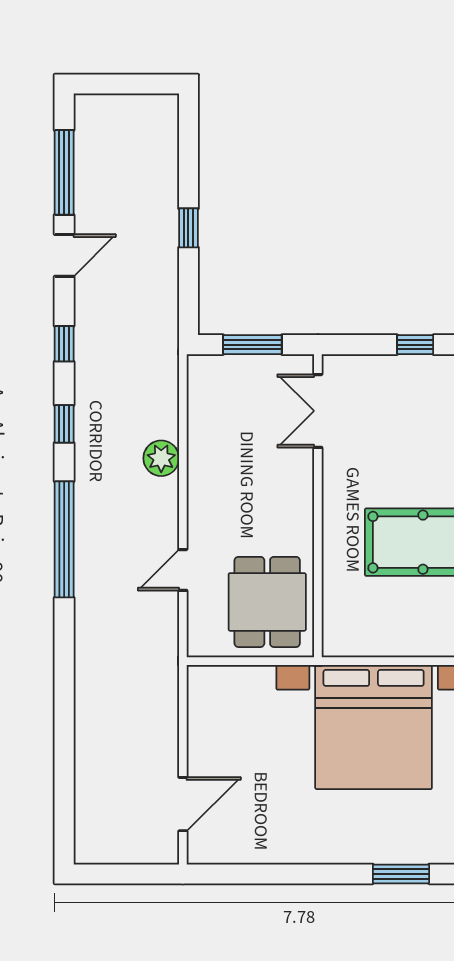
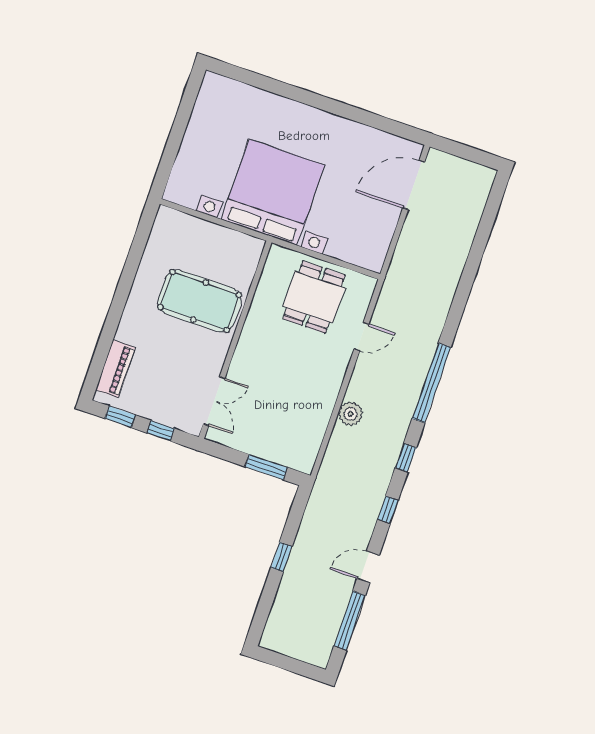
double door: (318, 411) -> (214, 401), moved
wall: (318, 506) -> (235, 340), moved
door: (183, 804) -> (414, 185), width x1.36
window: (401, 874) -> (288, 91), removed

